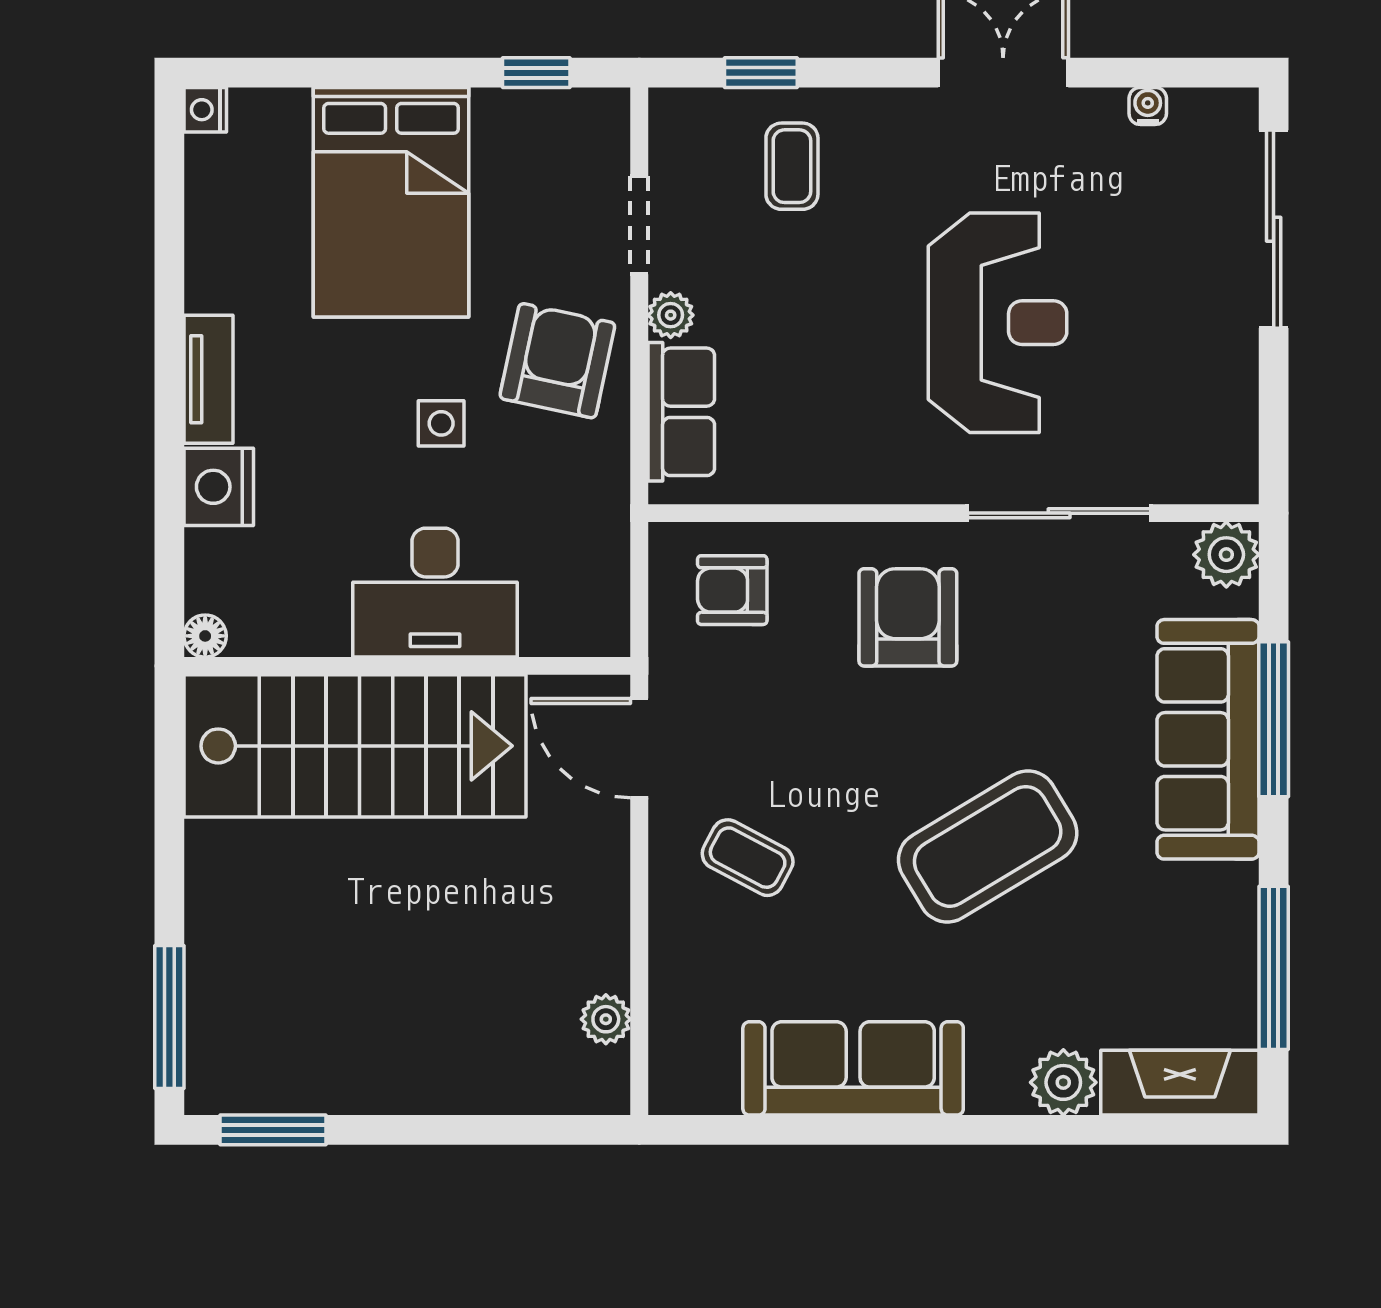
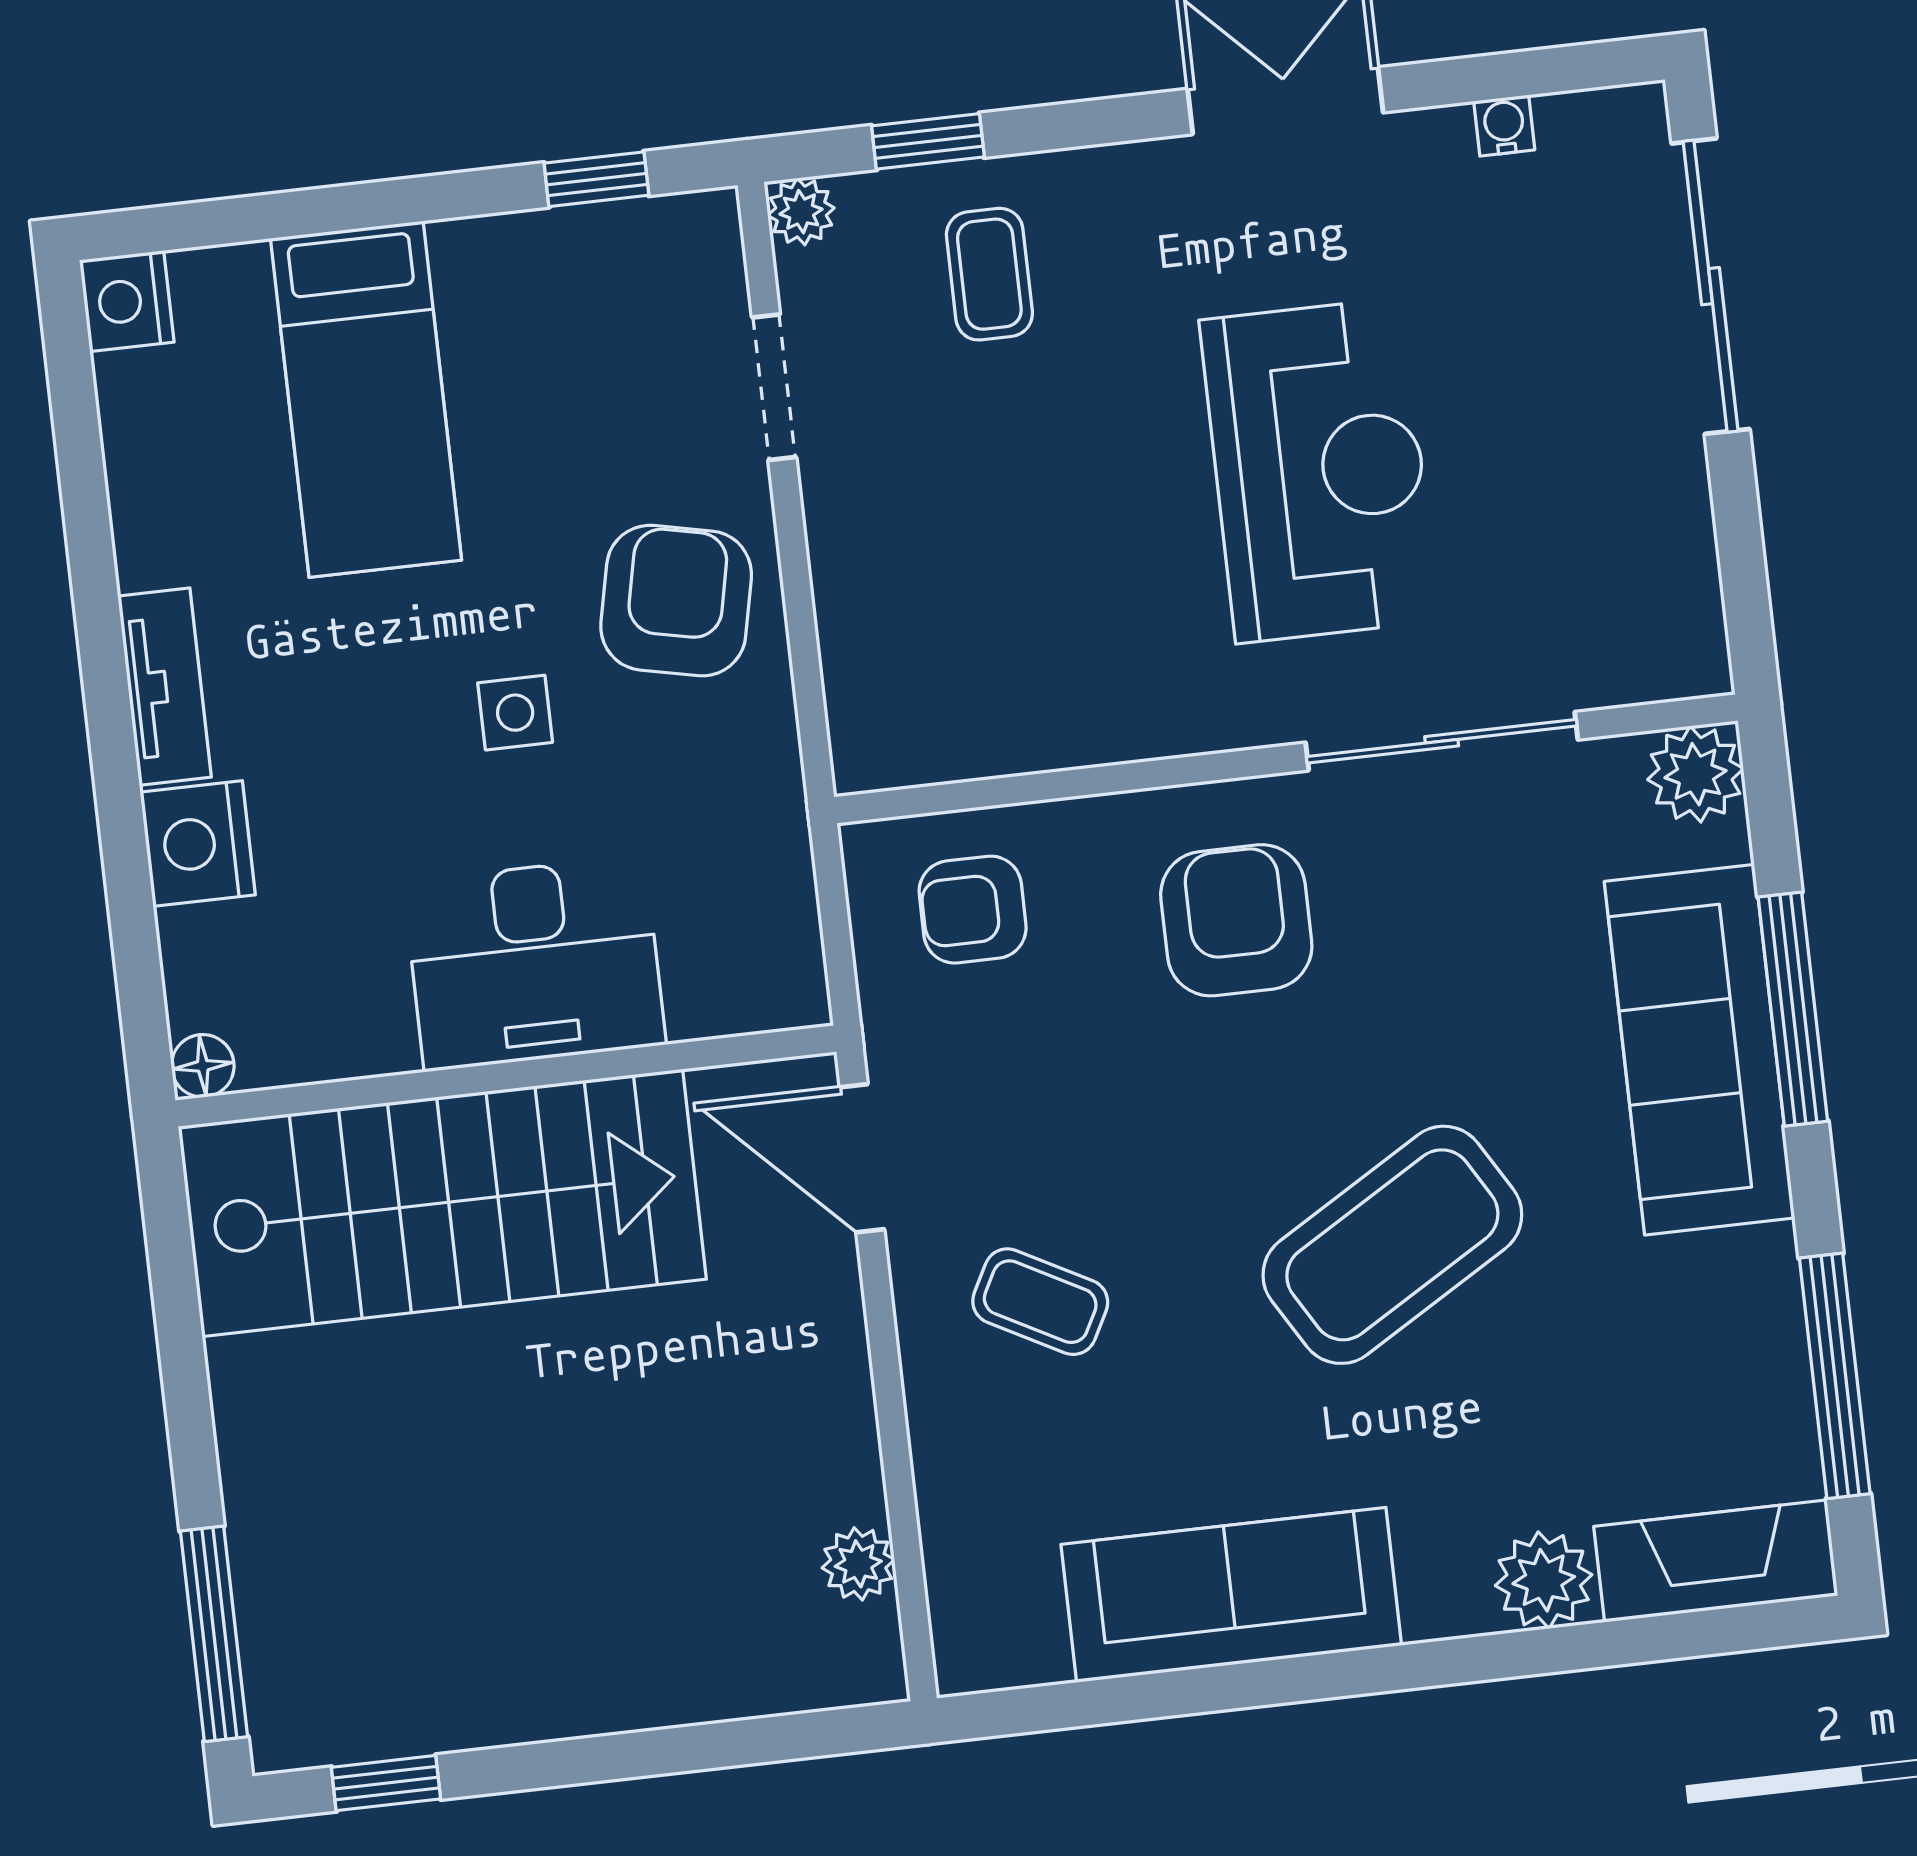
nightstand: (205, 110) -> (127, 301), width x1.39, depth x1.35
bed: (391, 202) -> (366, 399), width x0.67
plant: (671, 315) -> (801, 212), moved
row of seats: (681, 412) -> (867, 655), removed
window: (273, 1130) -> (386, 1783), width x0.67

